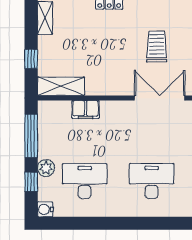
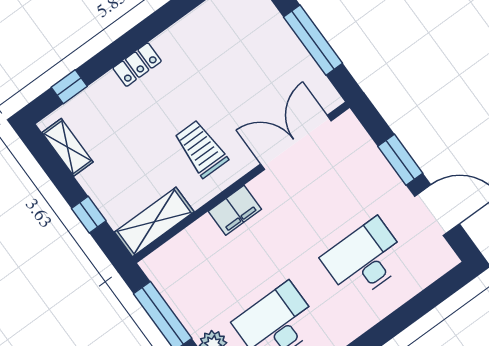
trolley: (157, 47) -> (201, 149), moved
filing cabinet: (85, 110) -> (235, 210), moved

